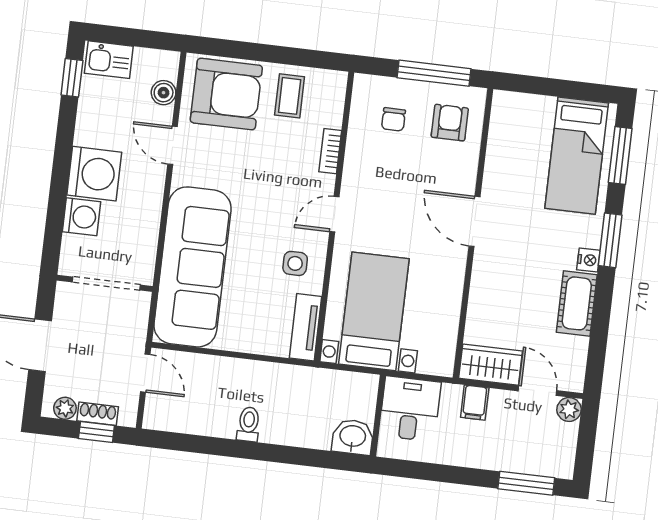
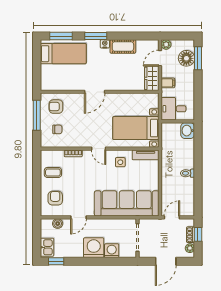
armchair: (226, 94) -> (55, 198), width x0.53, depth x0.53
floor lamp: (529, 455) -> (186, 58), added

